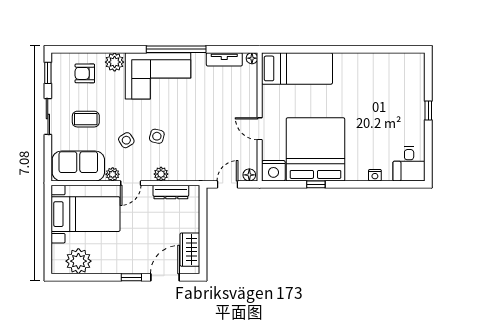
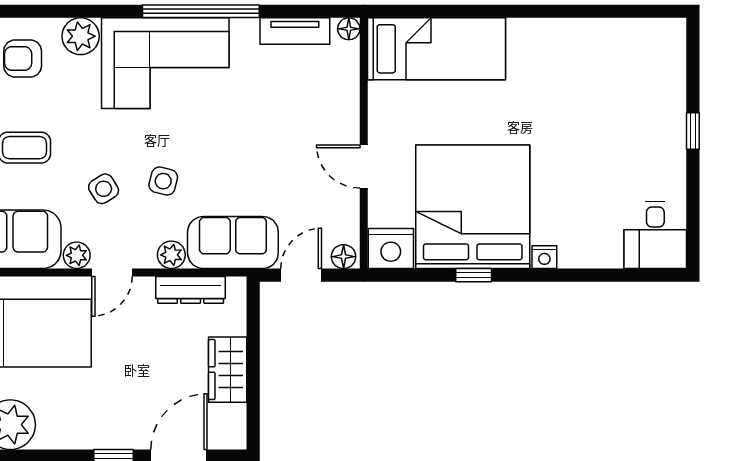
sofa: (193, 168) -> (233, 242), added
nightstand: (375, 175) -> (544, 257), moved
wardrobe: (190, 250) -> (228, 370), moved

